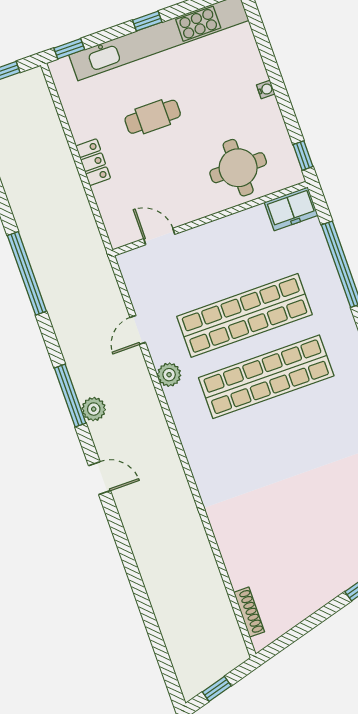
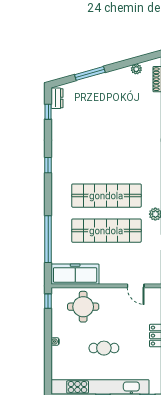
cafe table: (153, 117) -> (104, 348), moved
freezer: (291, 209) -> (75, 274), width x1.91, depth x1.26
plant: (292, 617) -> (136, 69), added

